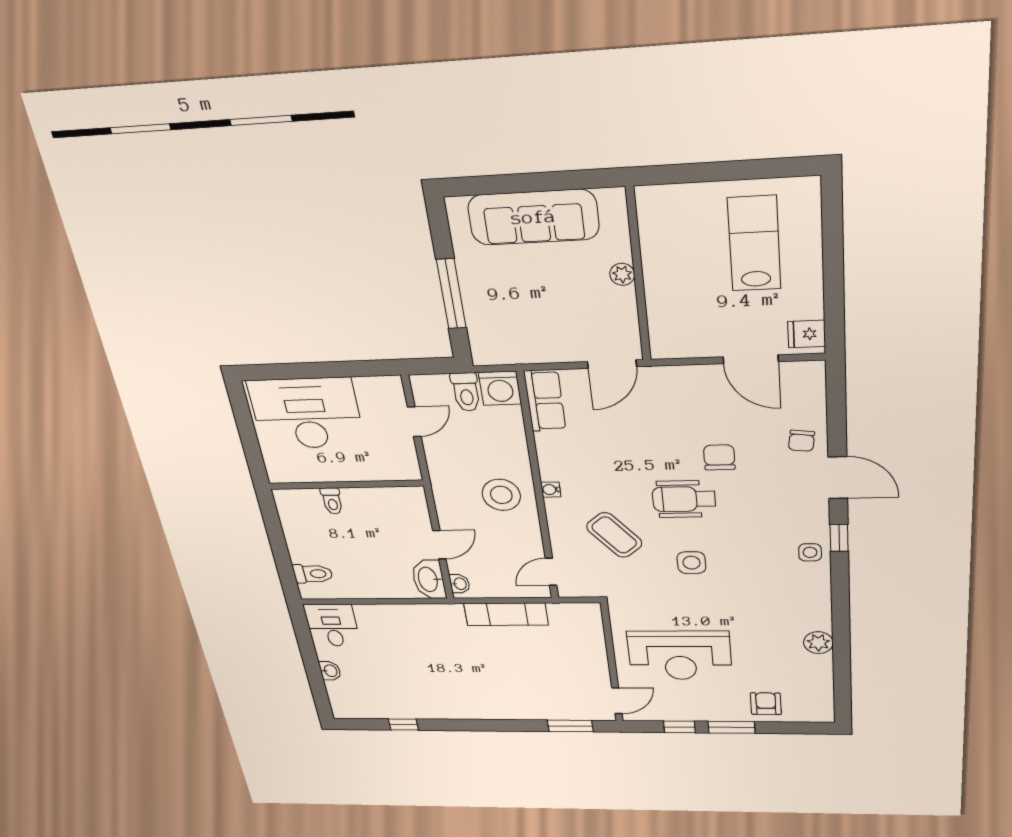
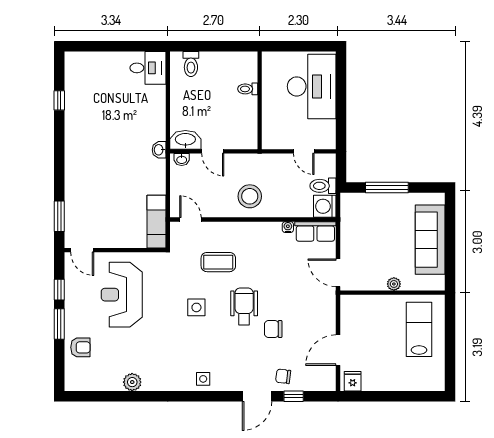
lab bench: (754, 244) -> (419, 329), moved, turned -90
chair: (719, 457) -> (273, 329), turned 180
water cooler: (551, 490) -> (288, 227), moved
coffee table: (614, 535) -> (218, 262), turned 40
window: (839, 538) -> (294, 396), moved
exam couch: (506, 614) -> (156, 222), moved
washbasin: (330, 671) -> (159, 150), moved, turned 90

